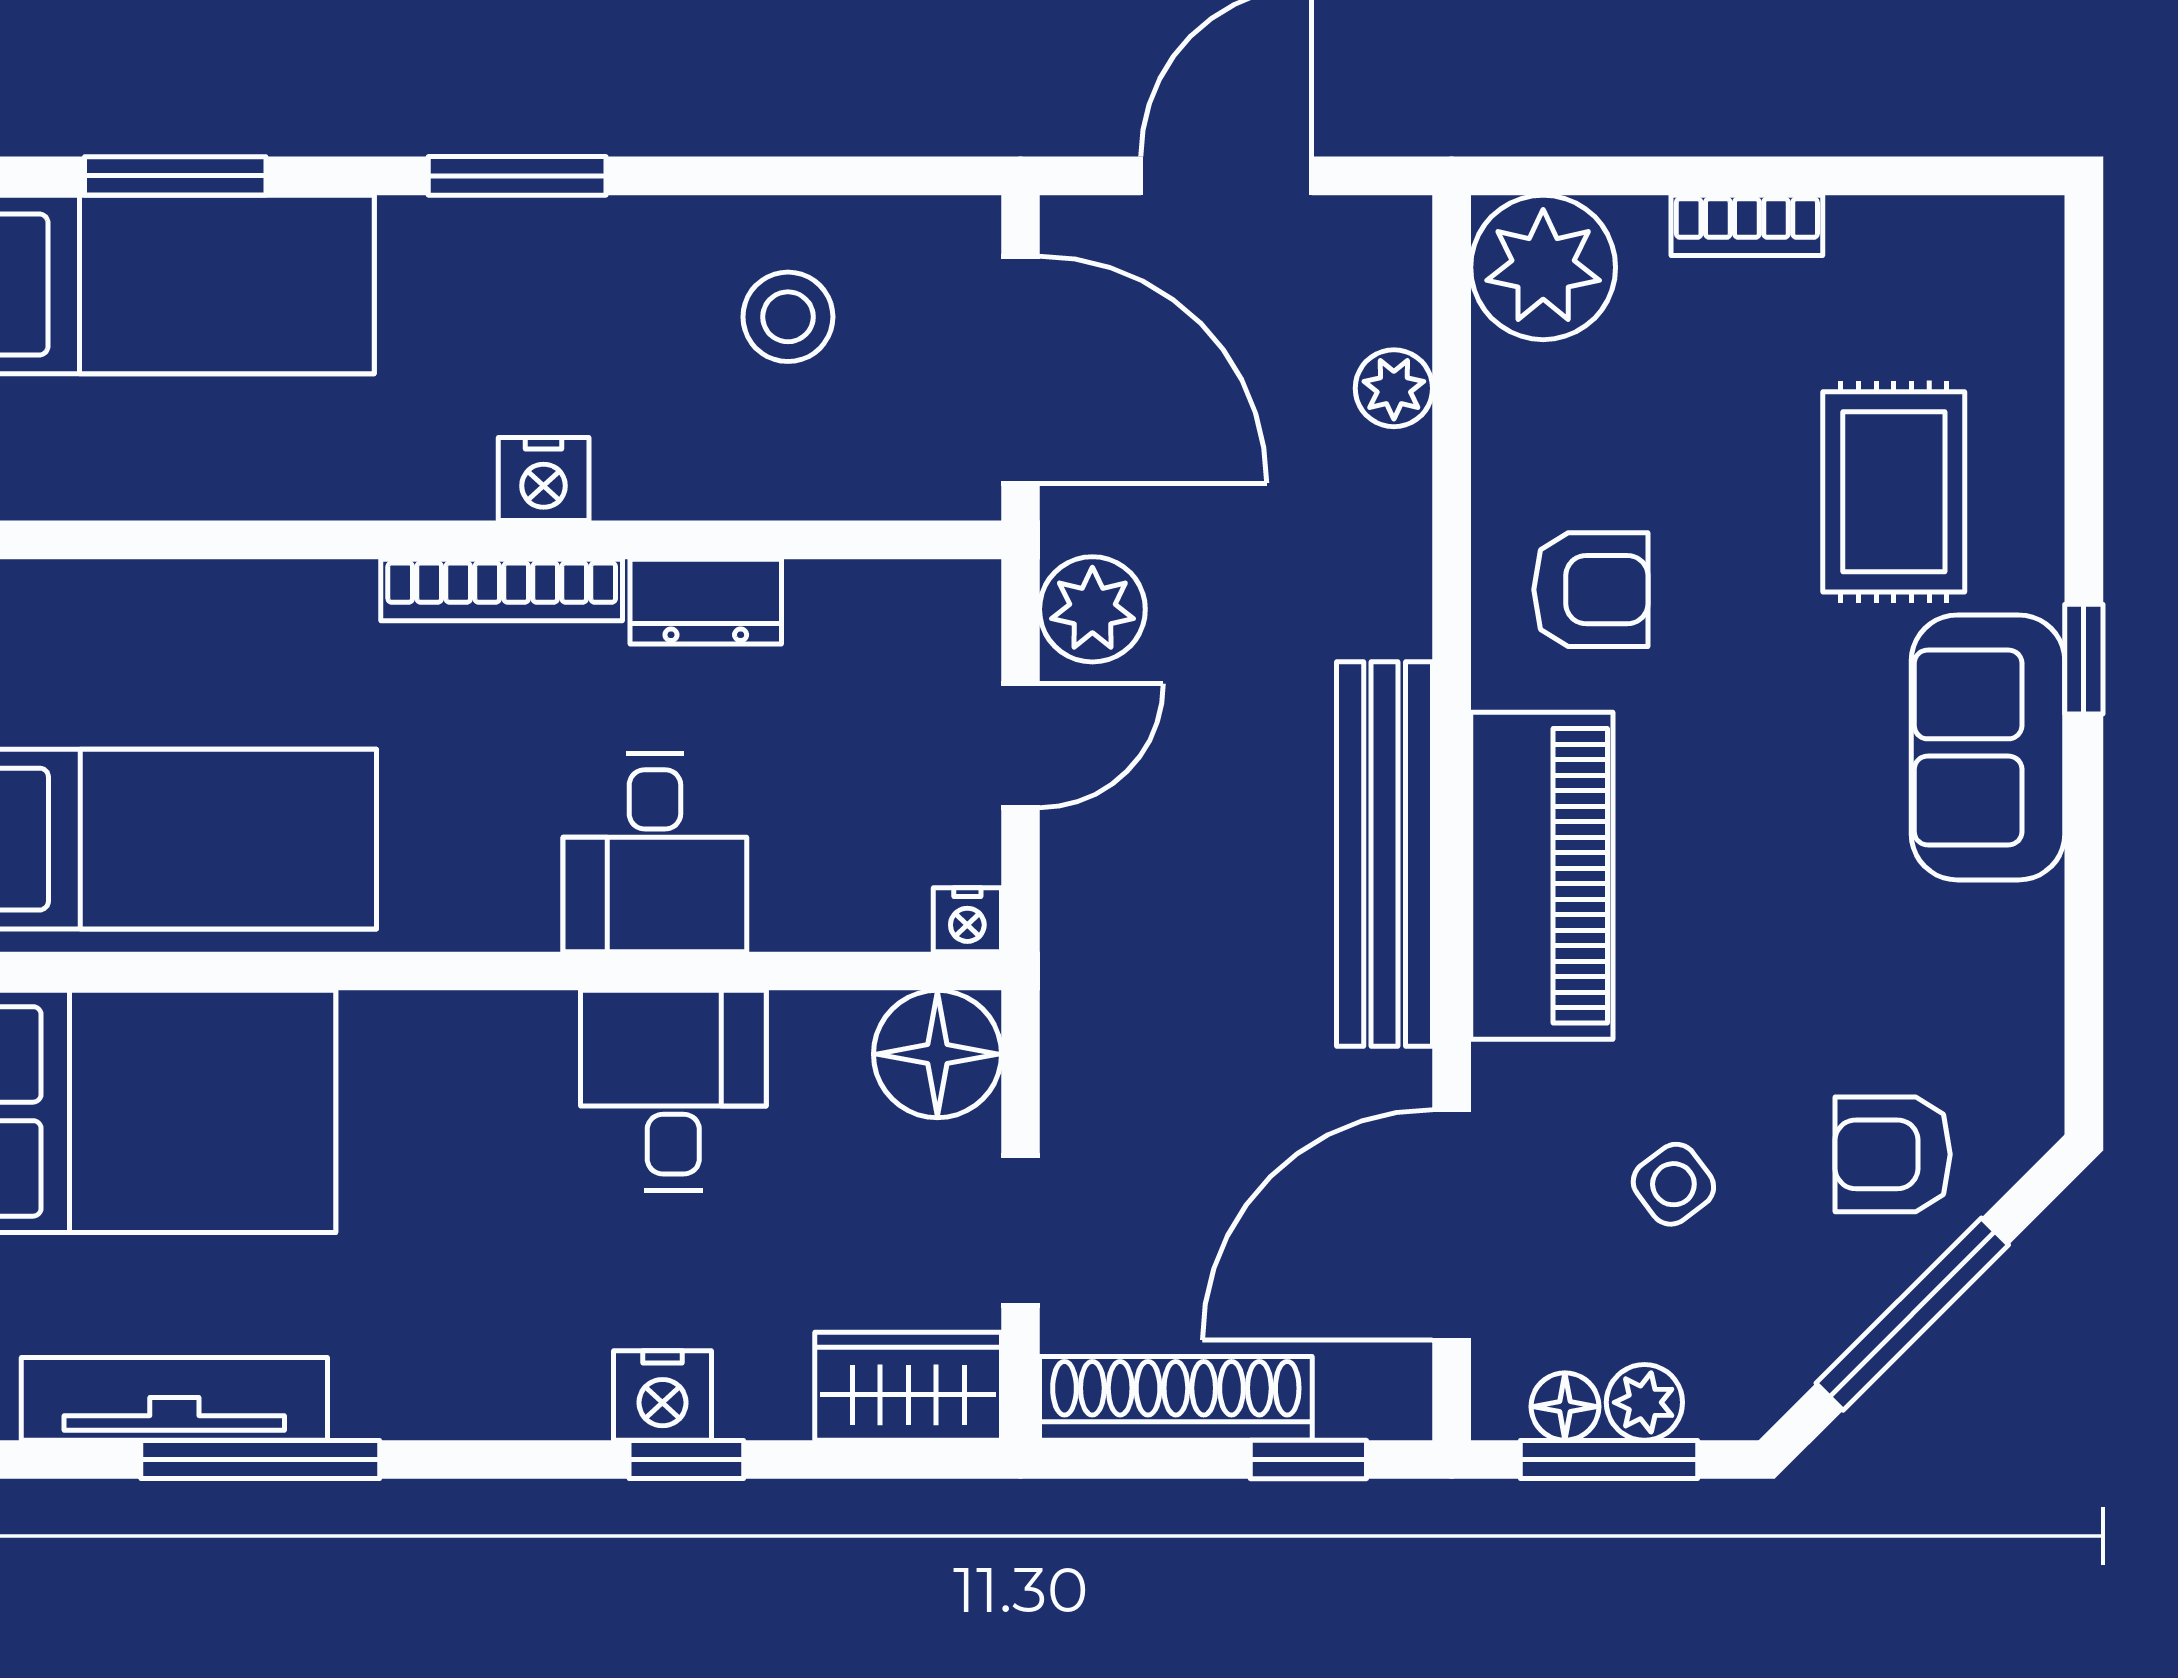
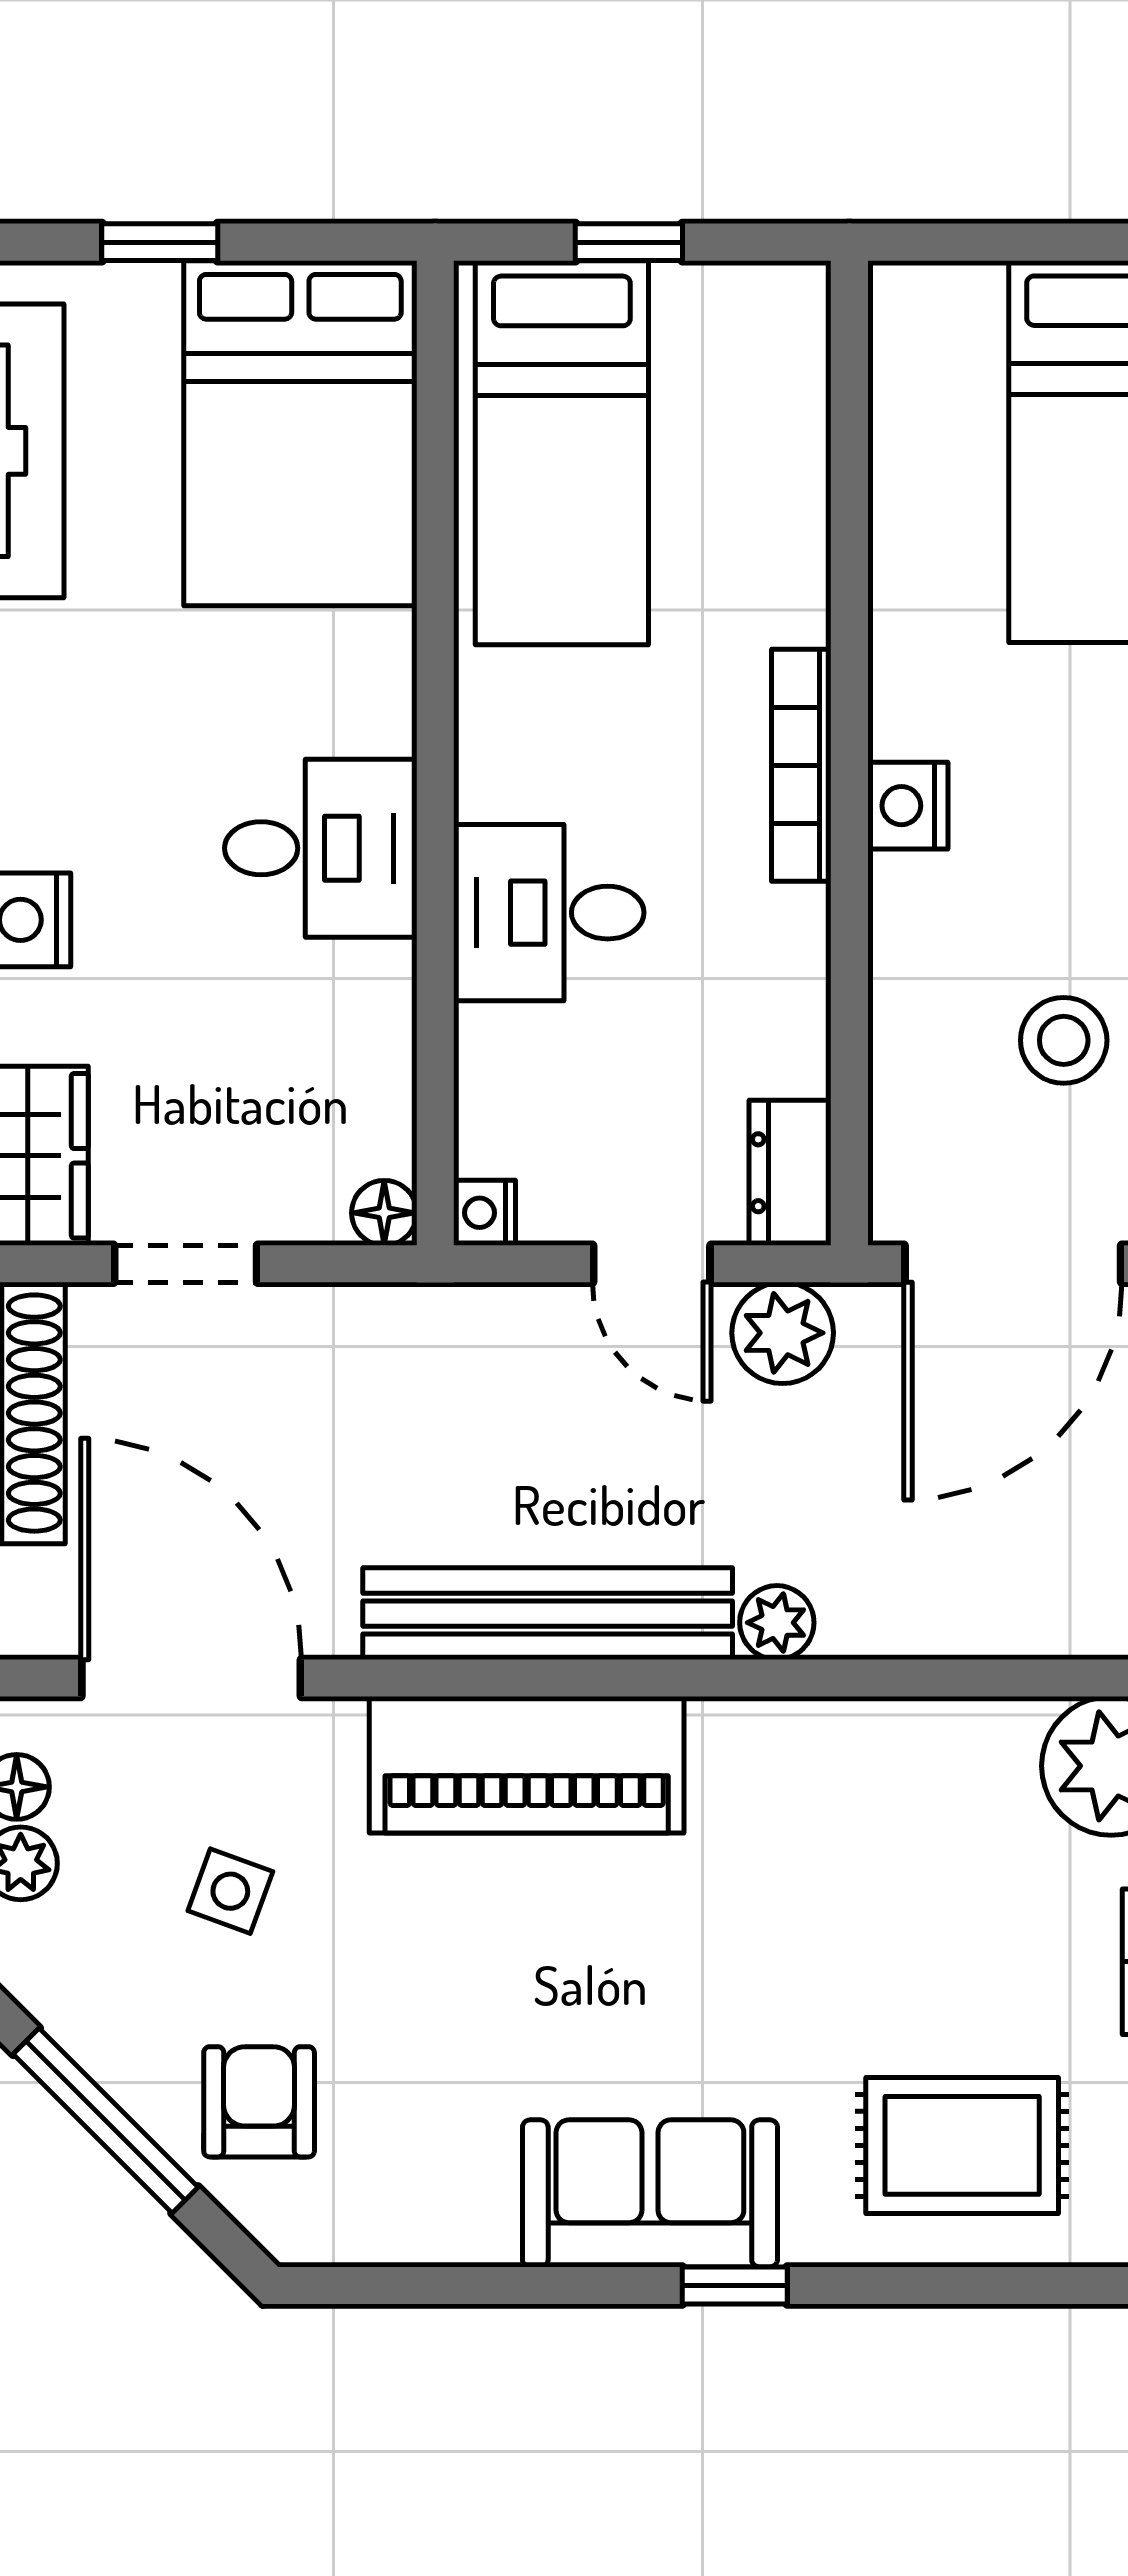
plant: (1394, 388) -> (777, 1623), moved
rug: (1894, 492) -> (962, 2145), moved
armchair: (1591, 590) -> (802, 1812), removed
dresser: (706, 602) -> (790, 1173), moved
floor lamp: (937, 1054) -> (384, 1213), width x0.53, depth x0.53
desk: (673, 1090) -> (321, 848), moved
side table: (1673, 1184) -> (230, 1891), turned -33

